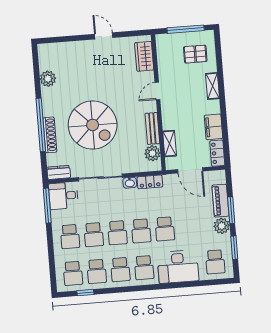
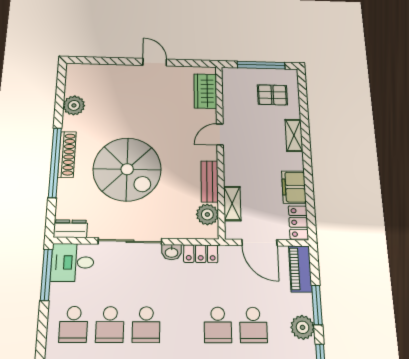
shoe rack: (50, 135) -> (67, 154), moved
piano: (220, 201) -> (300, 269), moved
school desk: (141, 231) -> (253, 325), moved

